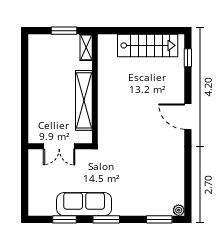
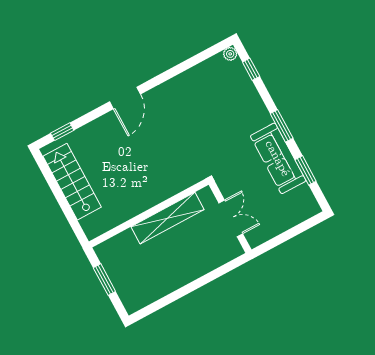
shelving: (86, 47) -> (110, 246), removed
window: (159, 219) -> (251, 69), width x0.67

